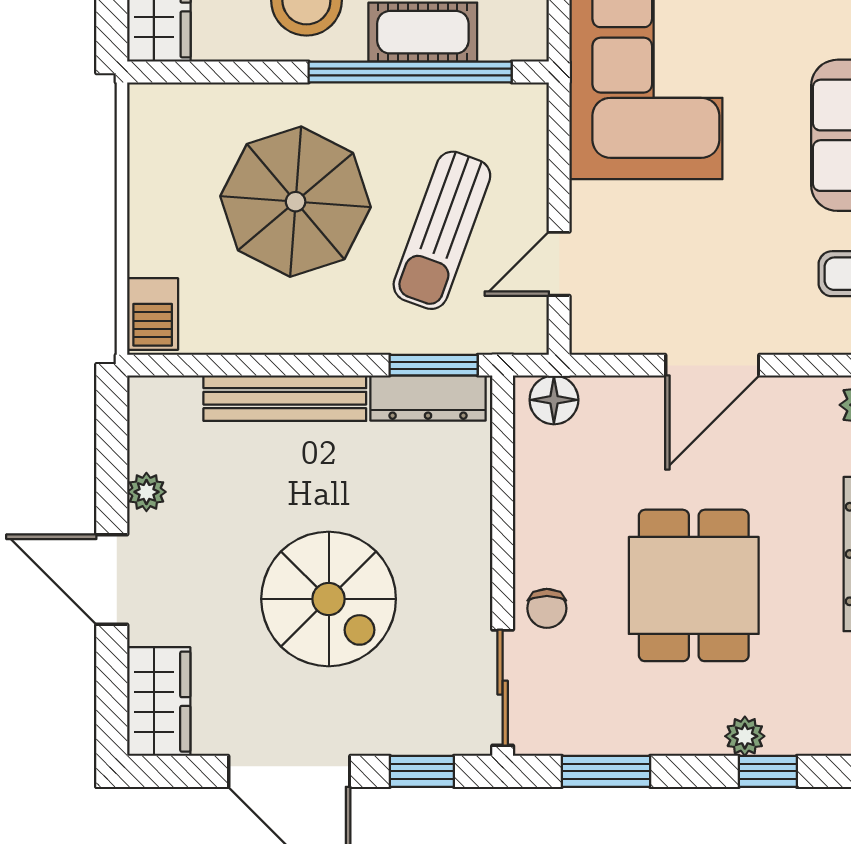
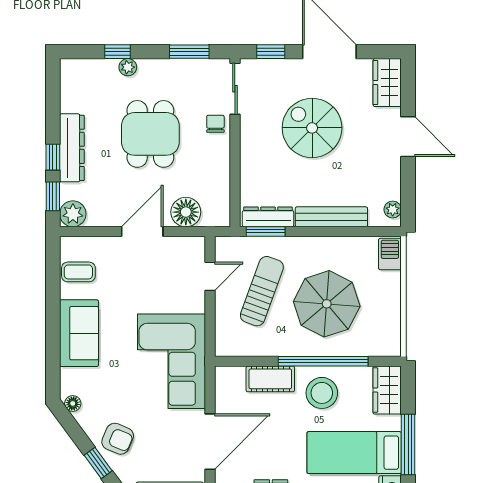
window: (410, 72) -> (323, 361), moved
floor lamp: (554, 400) -> (186, 212), moved, width x1.38, depth x1.38
plant: (146, 492) -> (393, 210), moved

